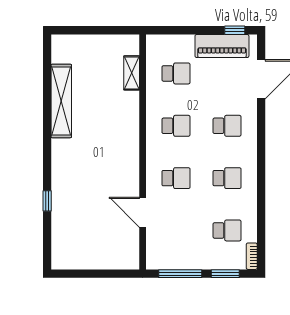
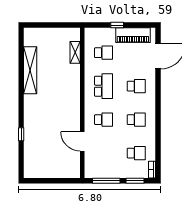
window: (235, 30) -> (117, 25), moved
school desk: (176, 126) -> (104, 86), width x1.85

